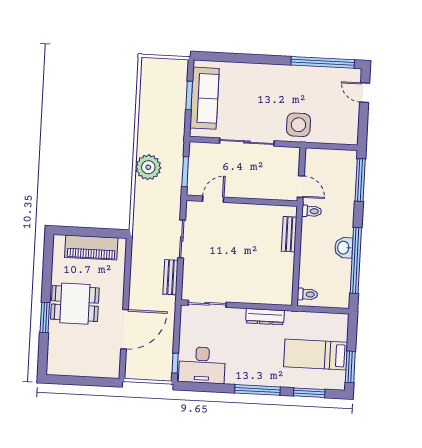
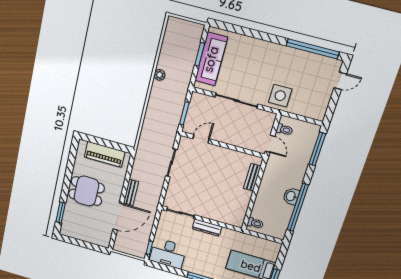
door: (365, 93) -> (340, 81), swing flipped
plant: (148, 167) -> (159, 75), moved, width x0.53, depth x0.53
toilet: (312, 211) -> (284, 130), moved
bench: (171, 277) -> (131, 192), moved
window: (45, 317) -> (61, 213), moved
dresser: (265, 317) -> (207, 228), moved

